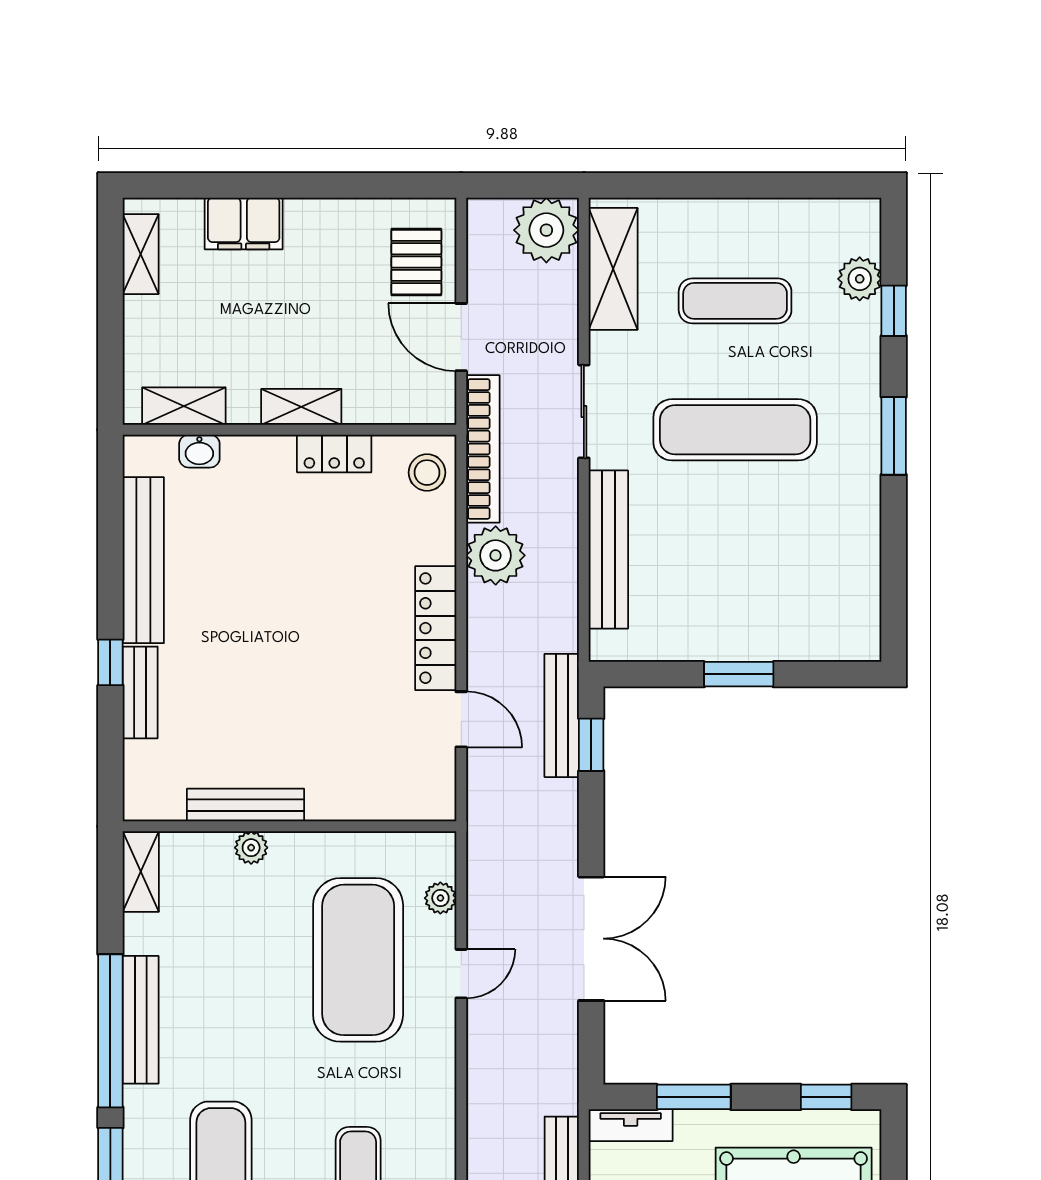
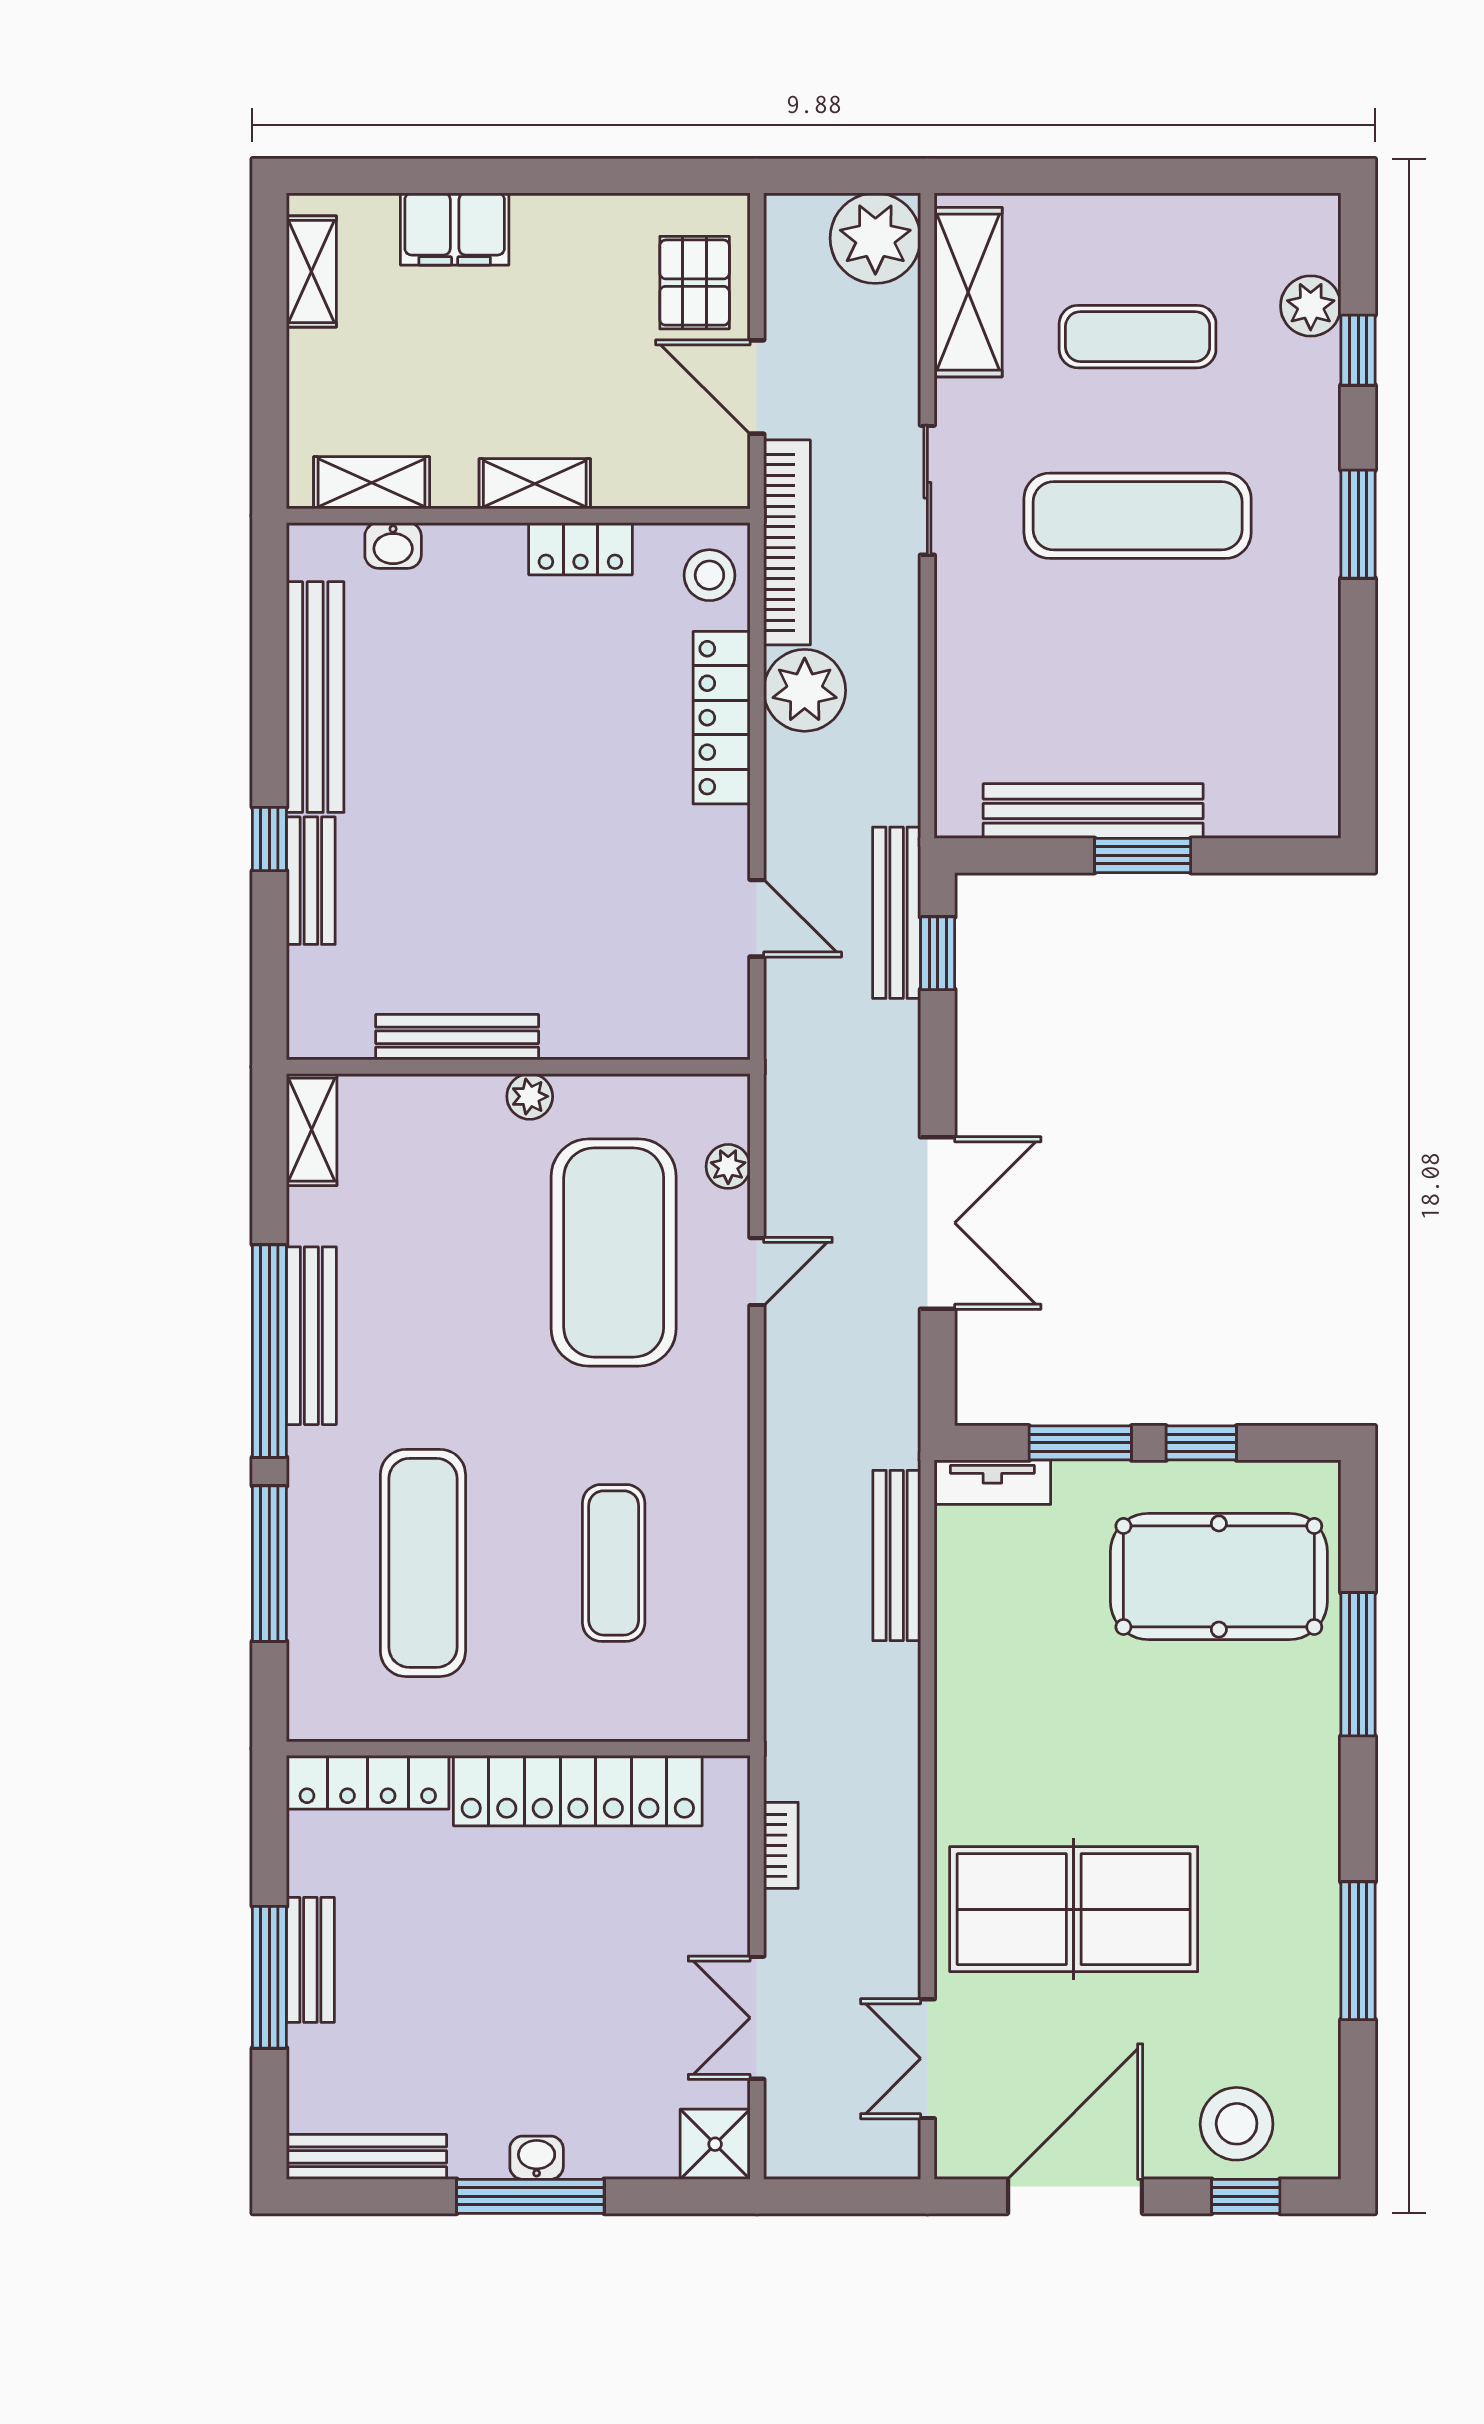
bench: (608, 550) -> (1093, 811), moved, turned 90
locker: (436, 628) -> (722, 718), moved
plant: (251, 848) -> (530, 1096), moved
window: (826, 1097) -> (1201, 1443), moved

